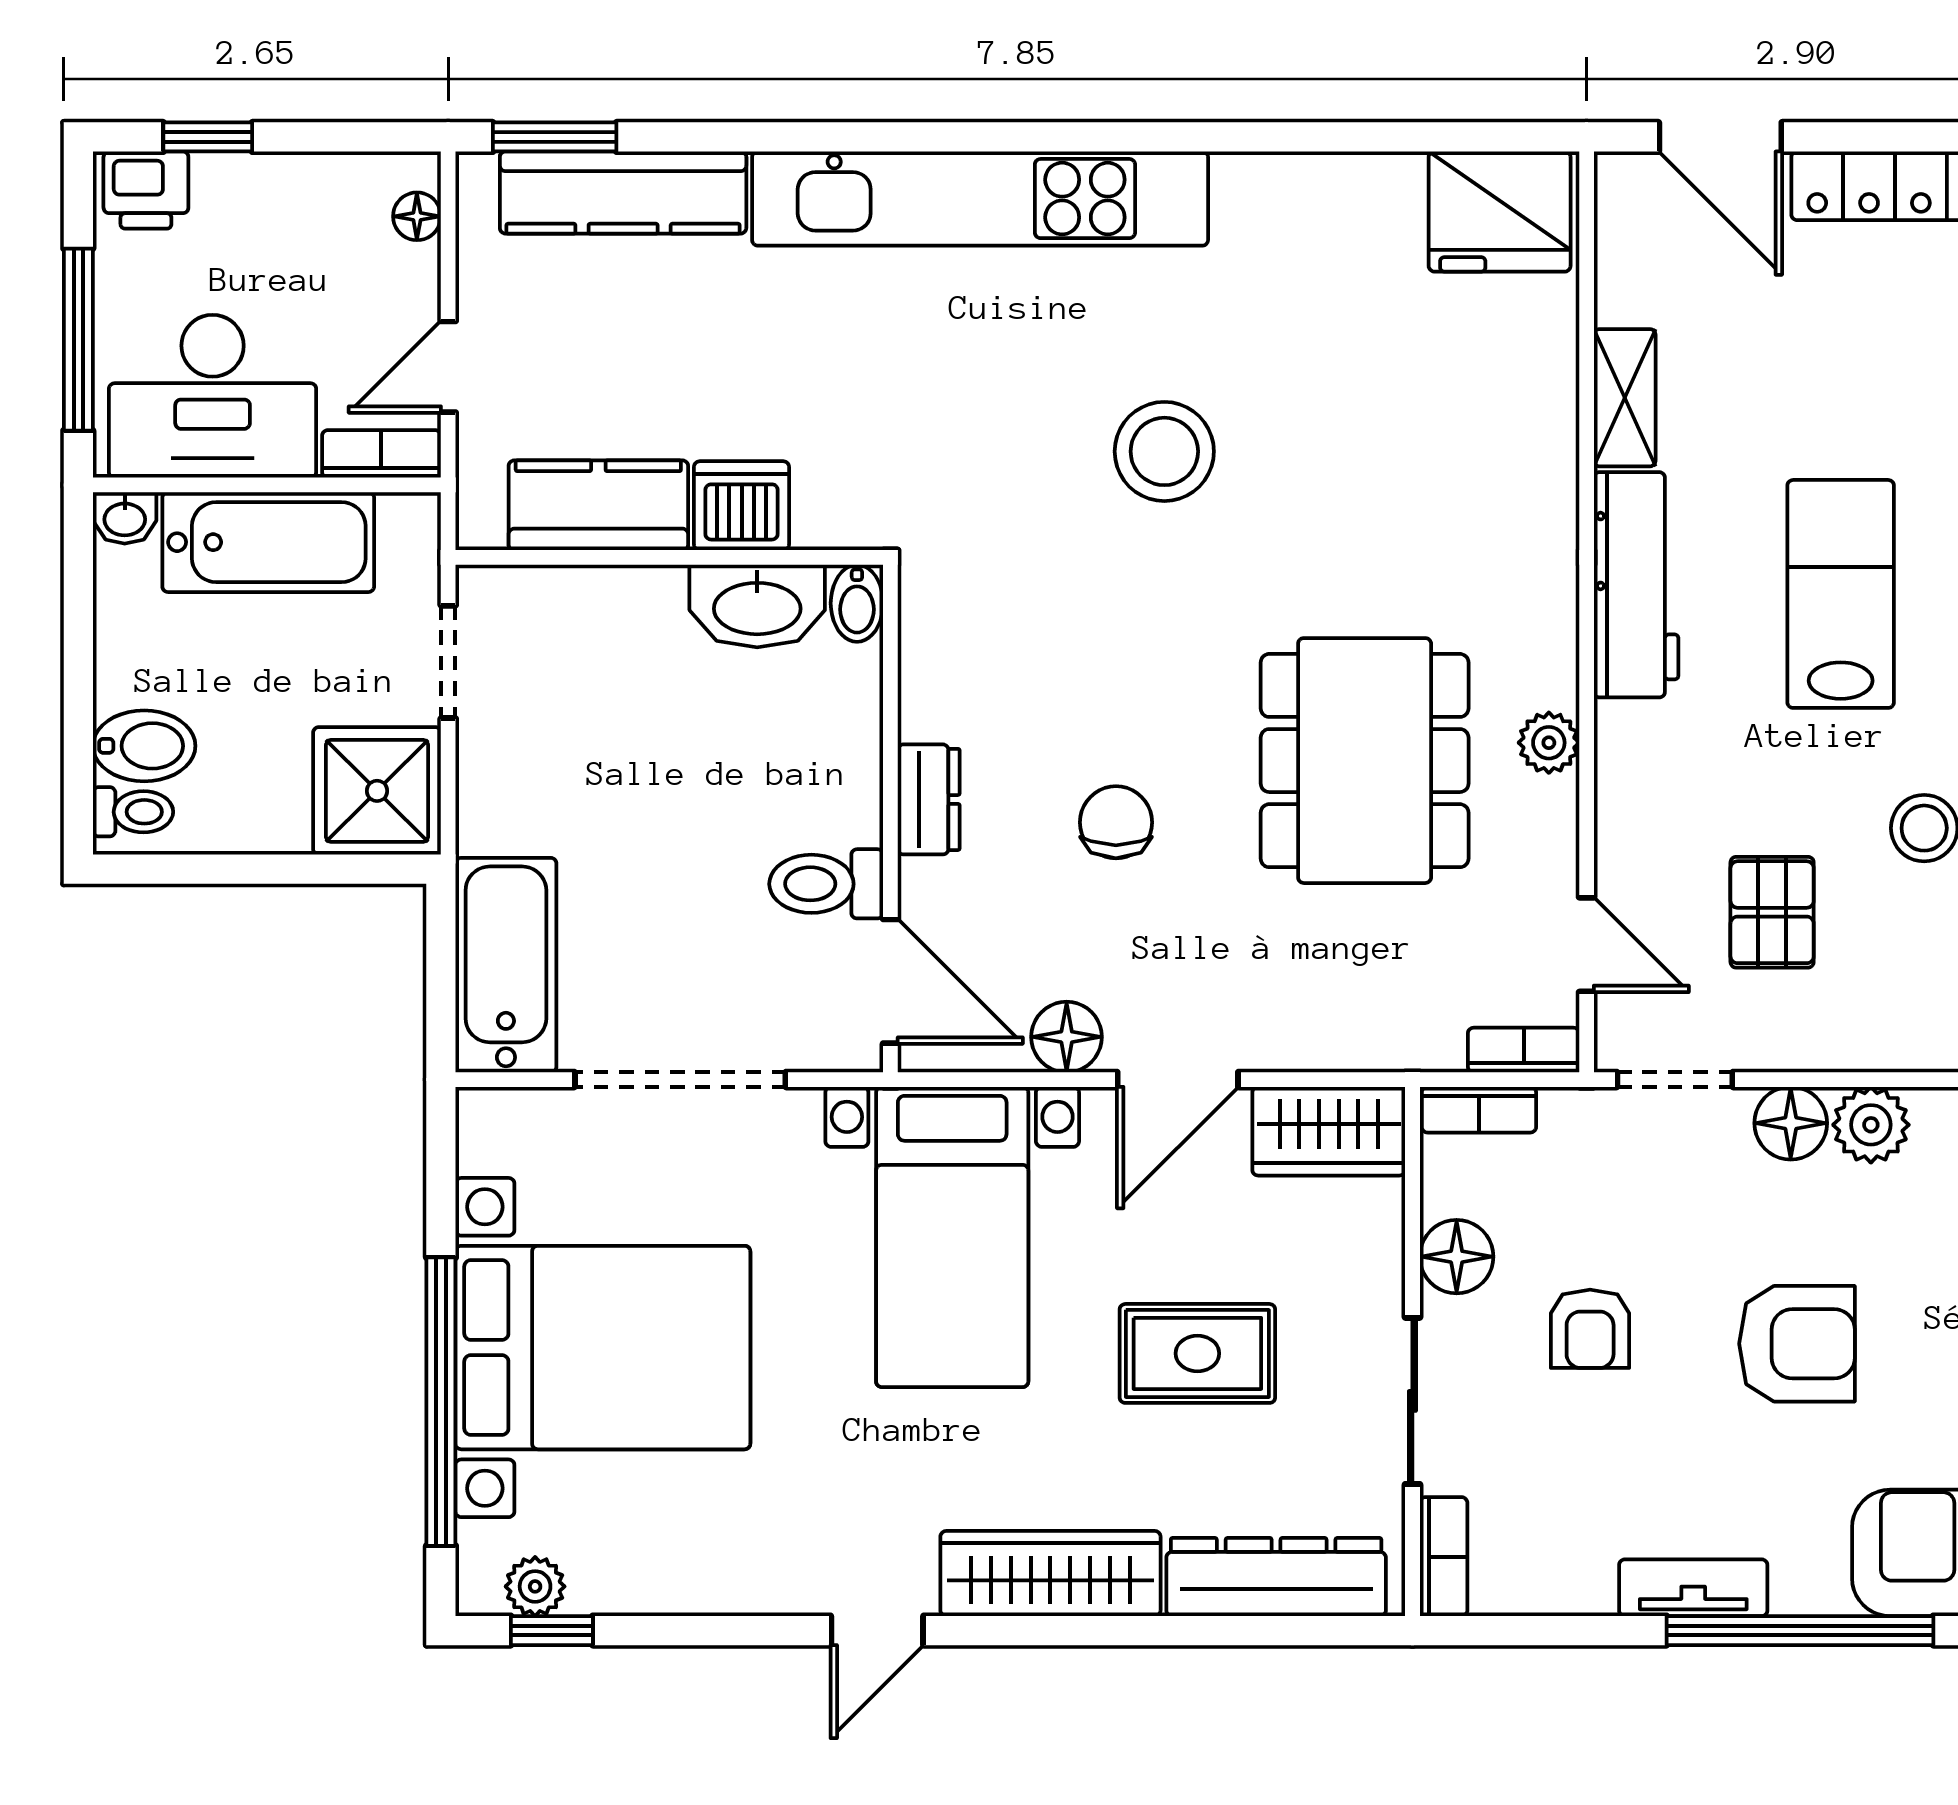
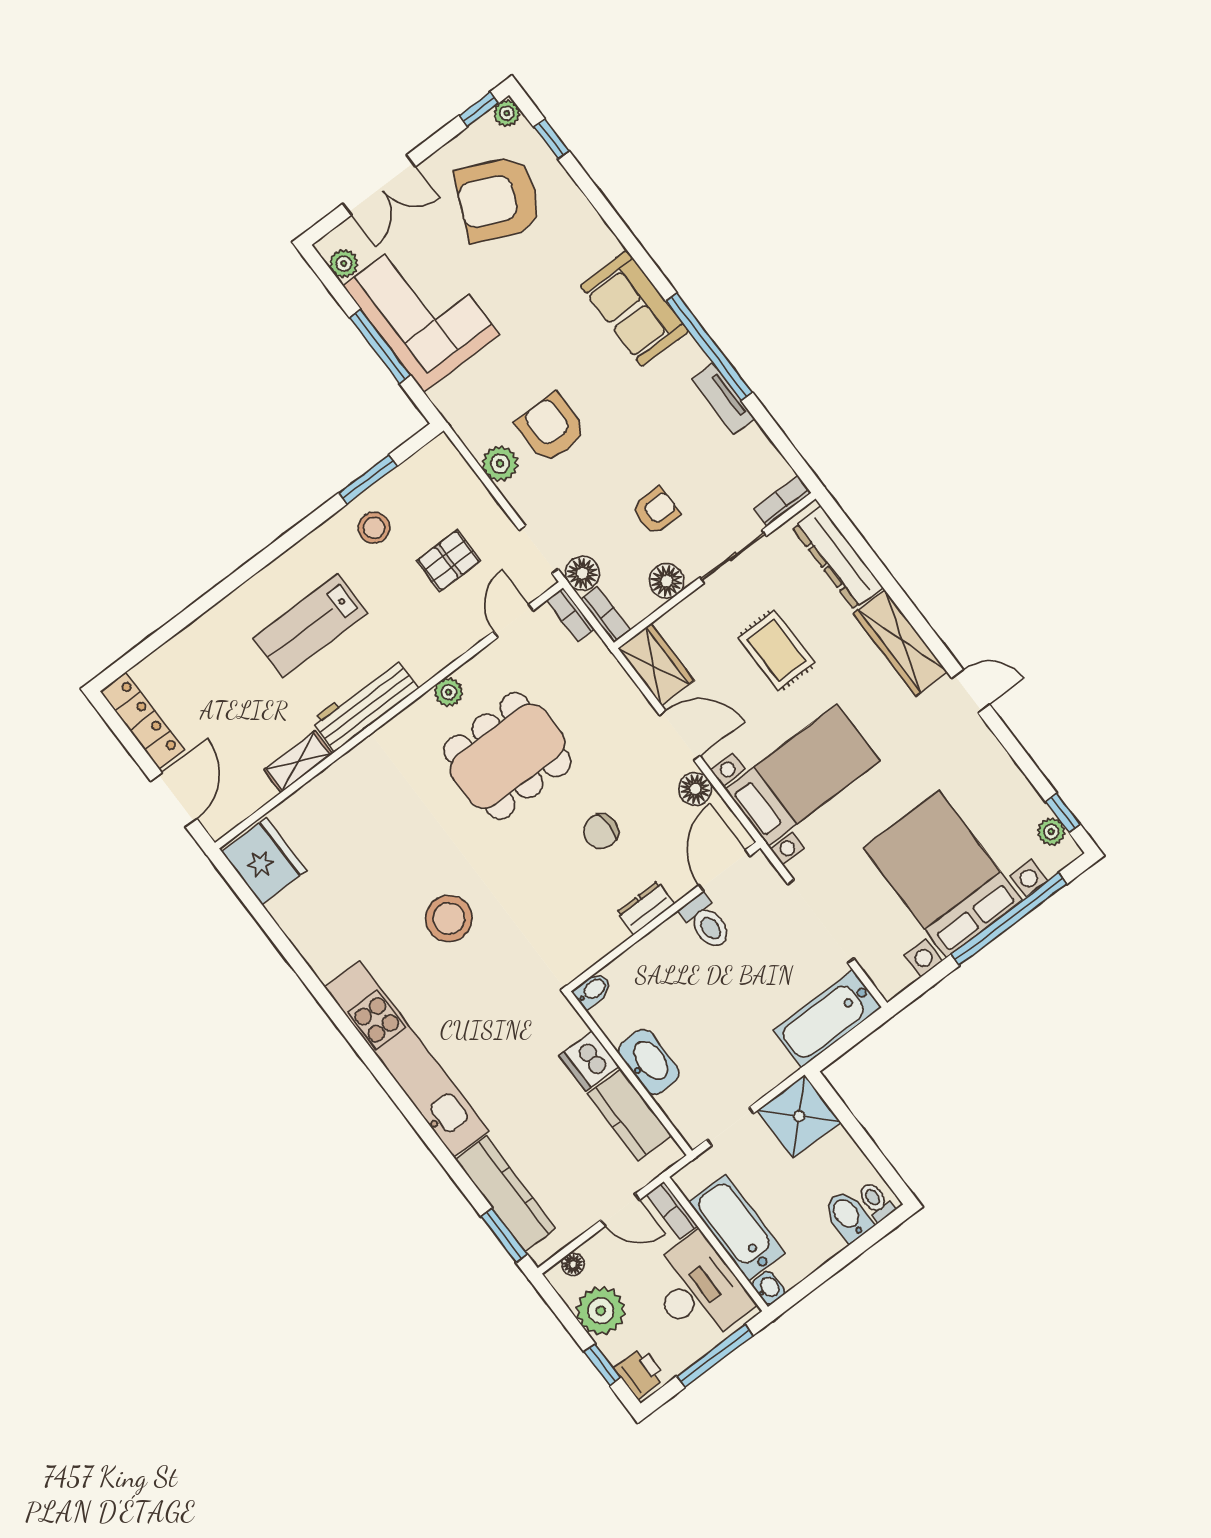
plant: (302, 204) -> (601, 1311), added
washbasin: (757, 606) -> (649, 1062), moved
floor lamp: (1791, 1123) -> (582, 573), moved
armchair: (1797, 1344) -> (551, 428), moved

